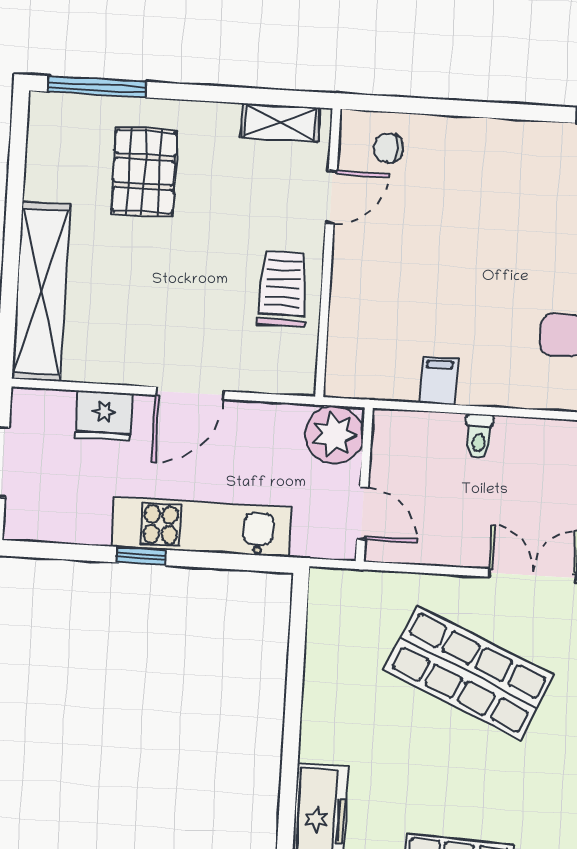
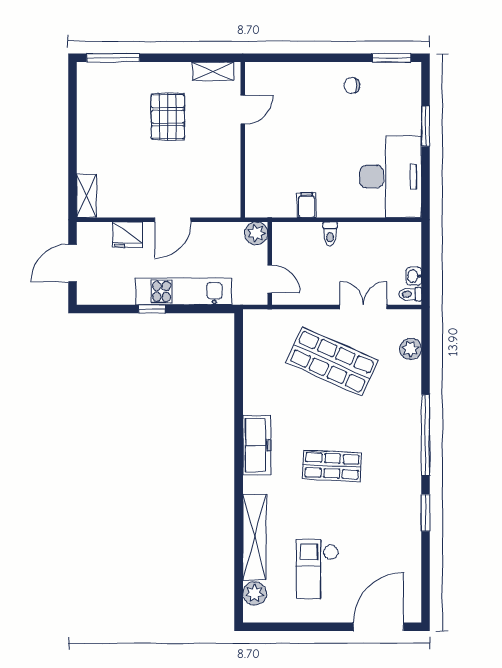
chair: (388, 148) -> (352, 85), moved
pallet: (144, 172) -> (168, 117), moved
trolley: (283, 289) -> (220, 161), removed
shelving: (41, 291) -> (86, 196), width x0.45, depth x0.75
plant: (334, 435) -> (256, 233), width x0.73, depth x0.73

